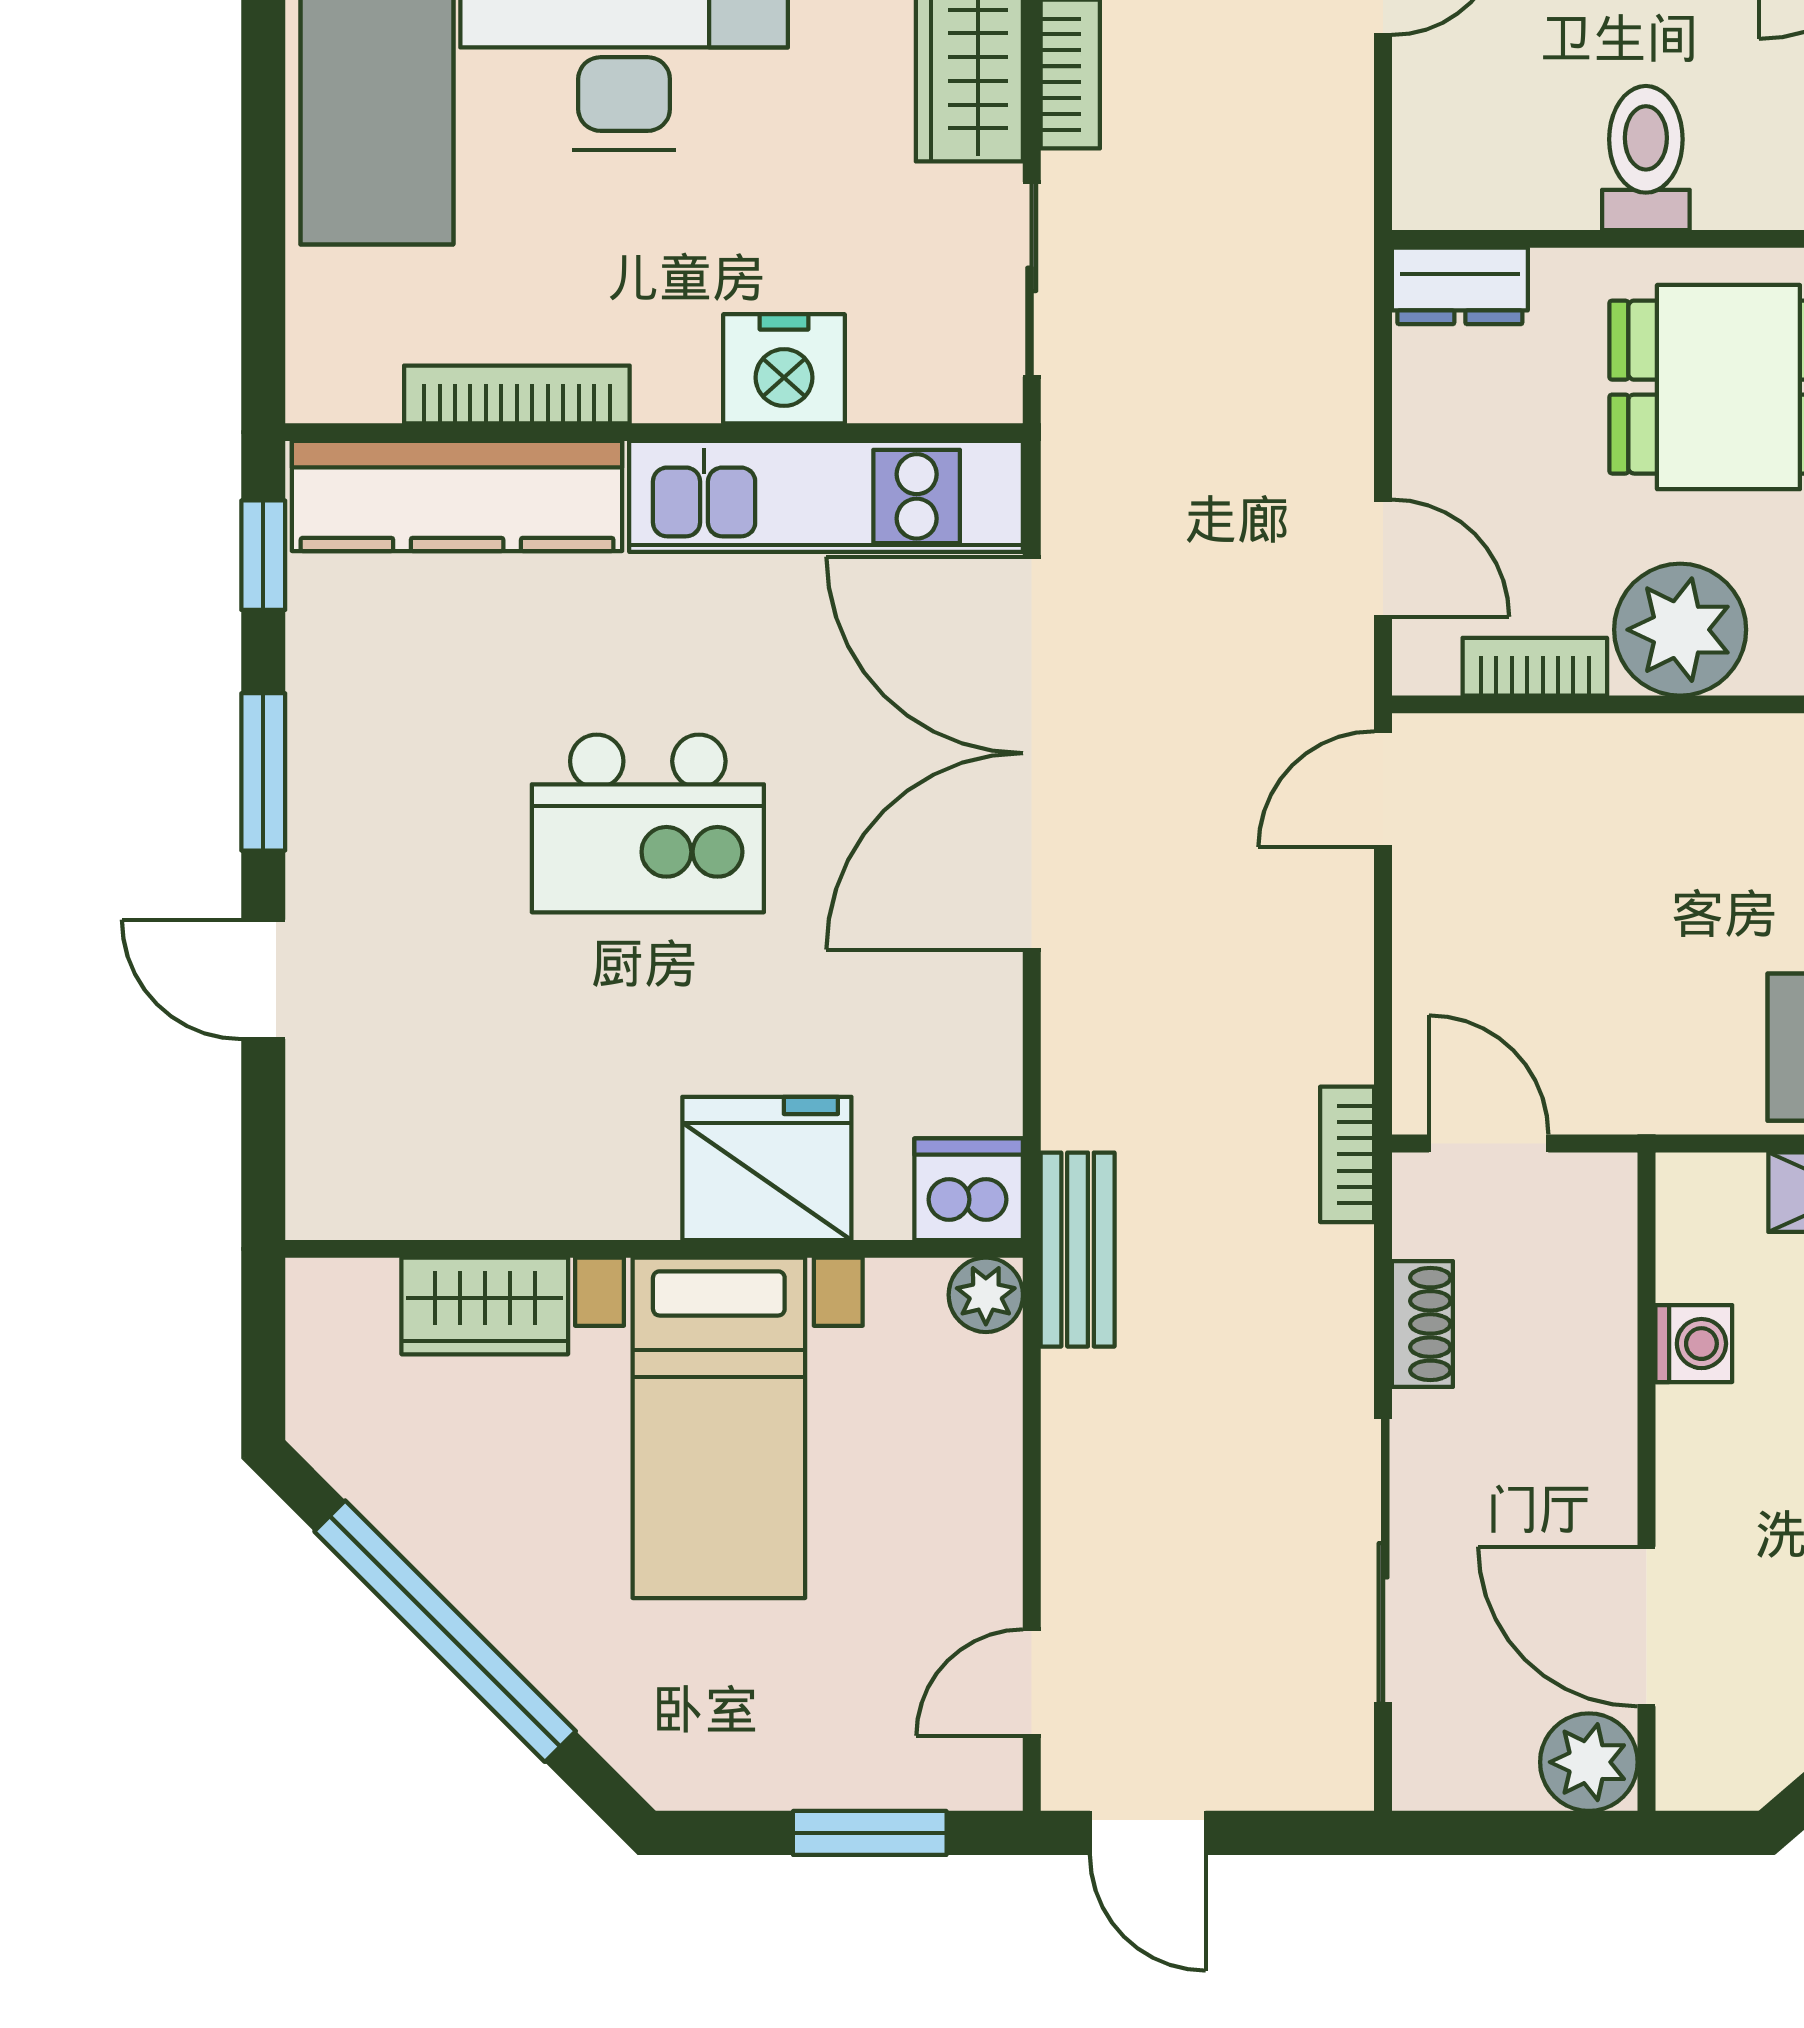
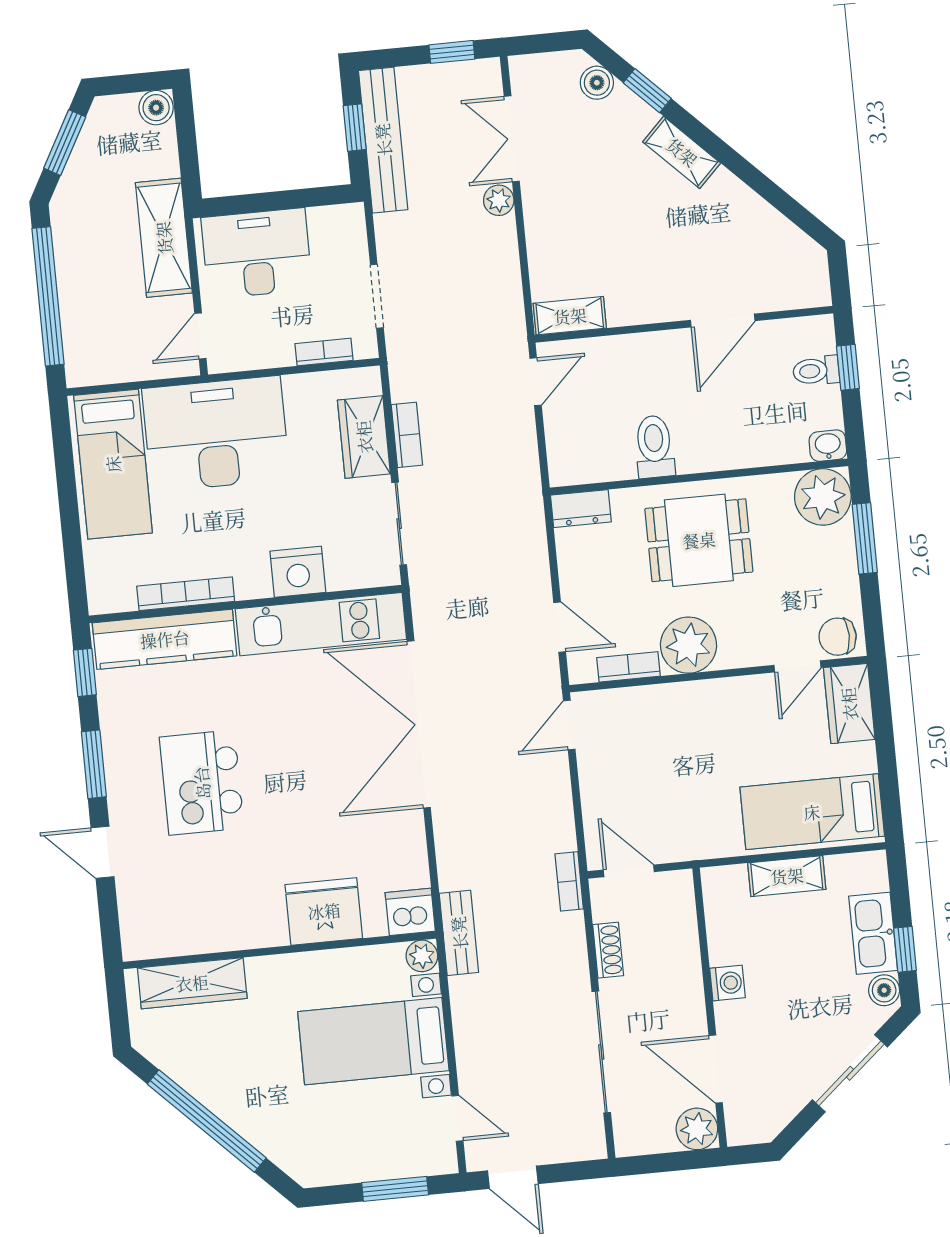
kitchen island: (648, 823) -> (202, 783), moved, turned 90
wardrobe: (485, 1306) -> (192, 983), width x1.50
washing machine: (1694, 1344) -> (727, 983), moved
bed with nightstands: (719, 1428) -> (373, 1041), moved, turned 90
door: (1032, 1683) -> (457, 1118), swing flipped

